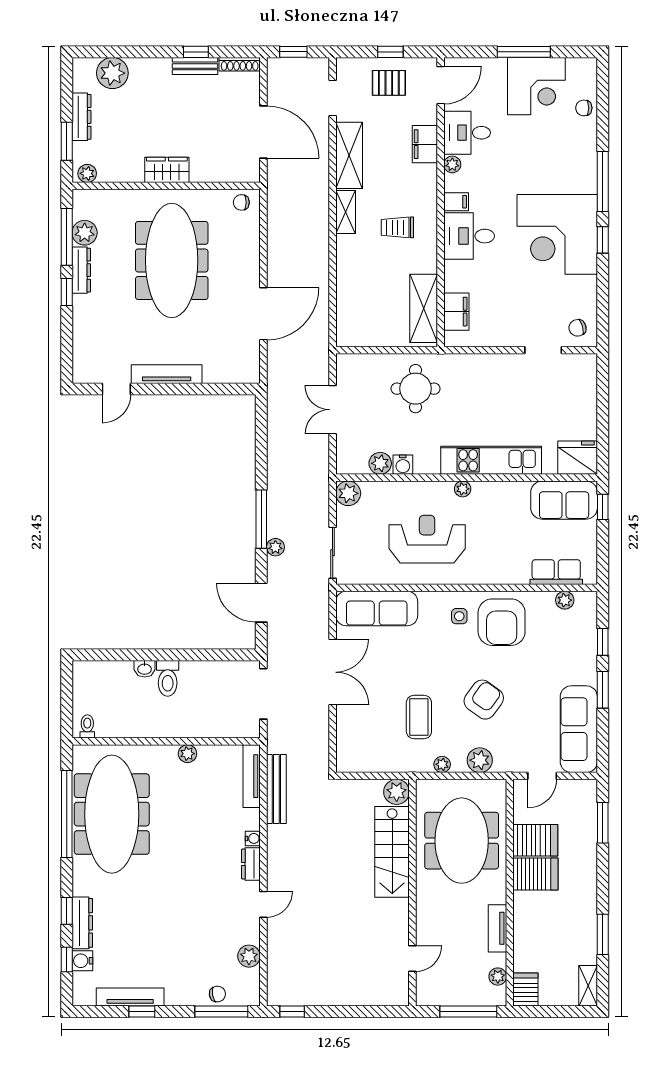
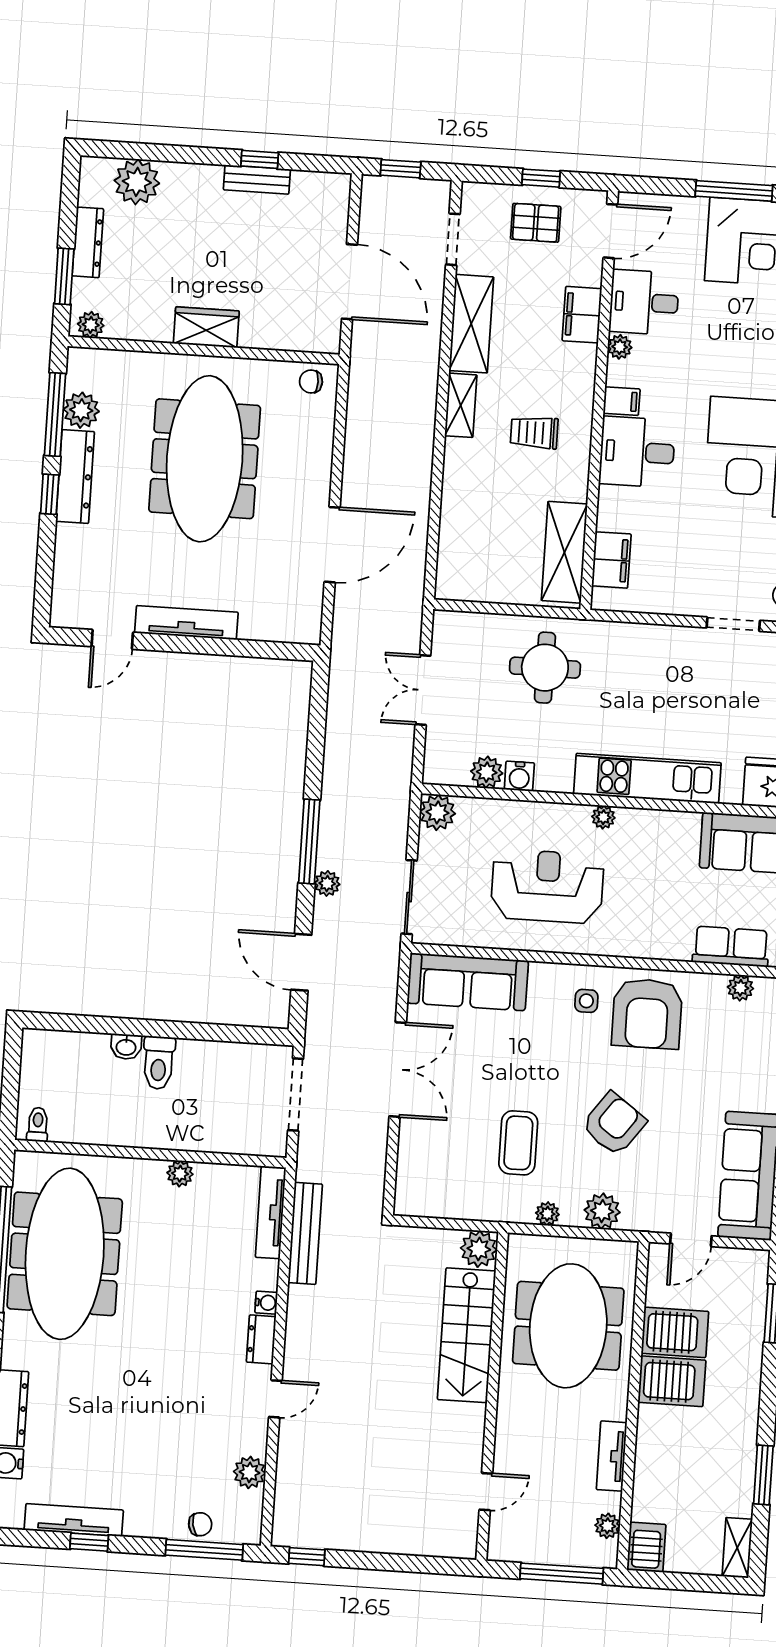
shoe rack: (240, 64) -> (322, 181), removed
dresser: (81, 270) -> (75, 477), width x1.37, depth x1.24

